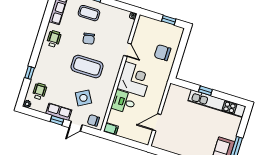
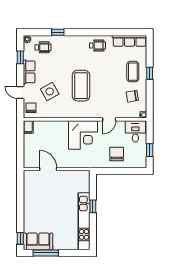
chair: (89, 39) -> (132, 96), moved
desk: (124, 102) -> (135, 131), moved
window: (57, 120) -> (20, 57), moved

